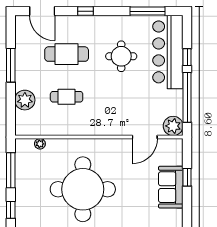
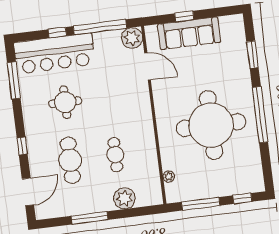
sofa: (171, 187) -> (189, 33), width x1.36

